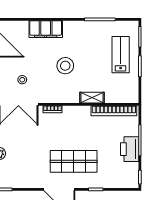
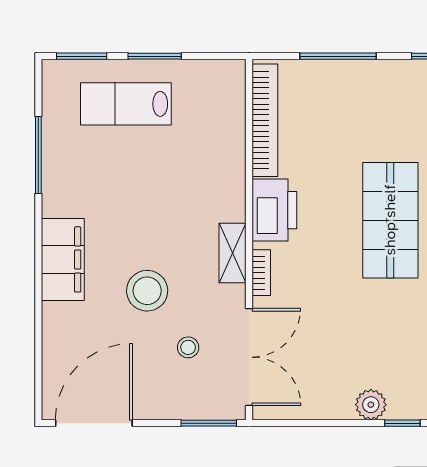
filing cabinet: (46, 29) -> (63, 259), moved
stool: (65, 66) -> (147, 291), moved
shelving: (92, 98) -> (232, 253), moved
printer: (130, 149) -> (274, 210), moved, turned -90

